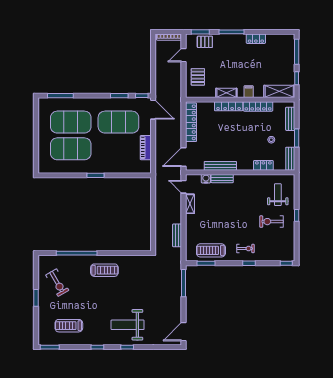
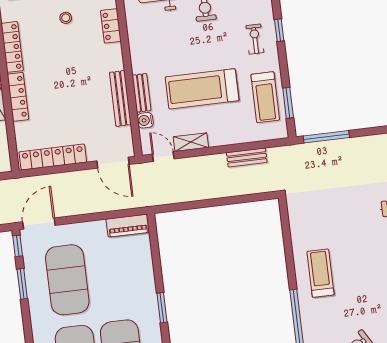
piano: (146, 148) -> (128, 226), moved
door: (184, 187) -> (163, 157), swing flipped
treadmill: (220, 214) -> (202, 89), added

